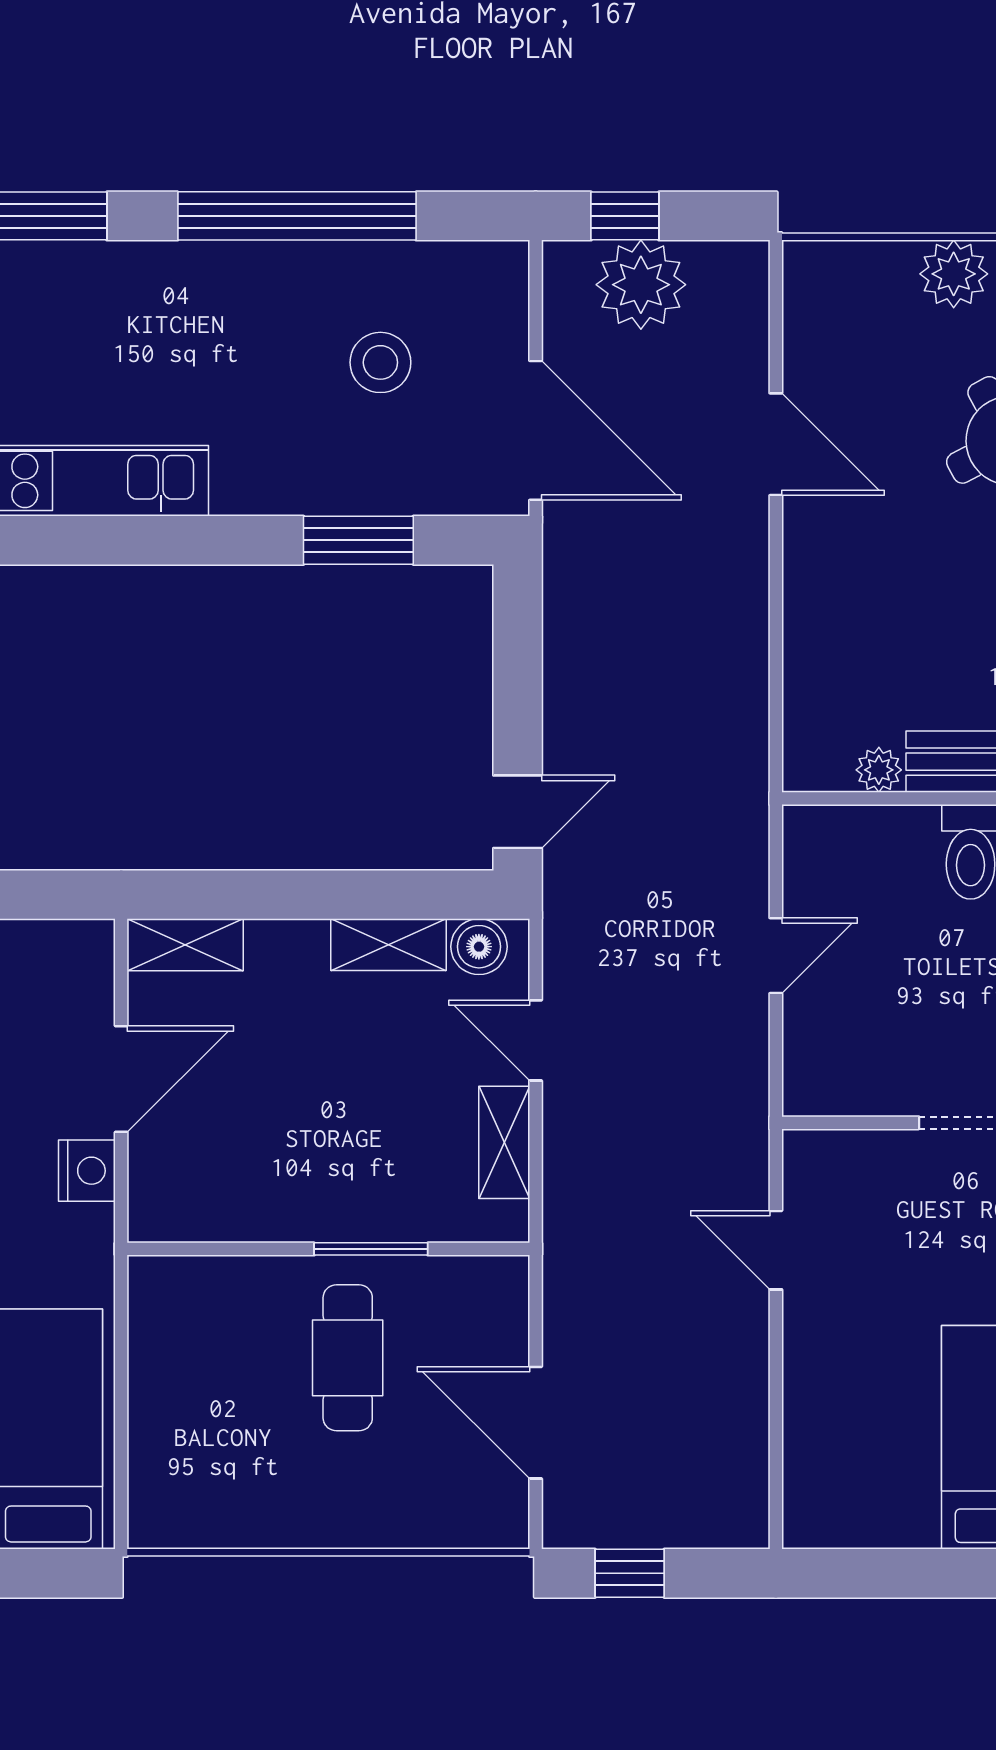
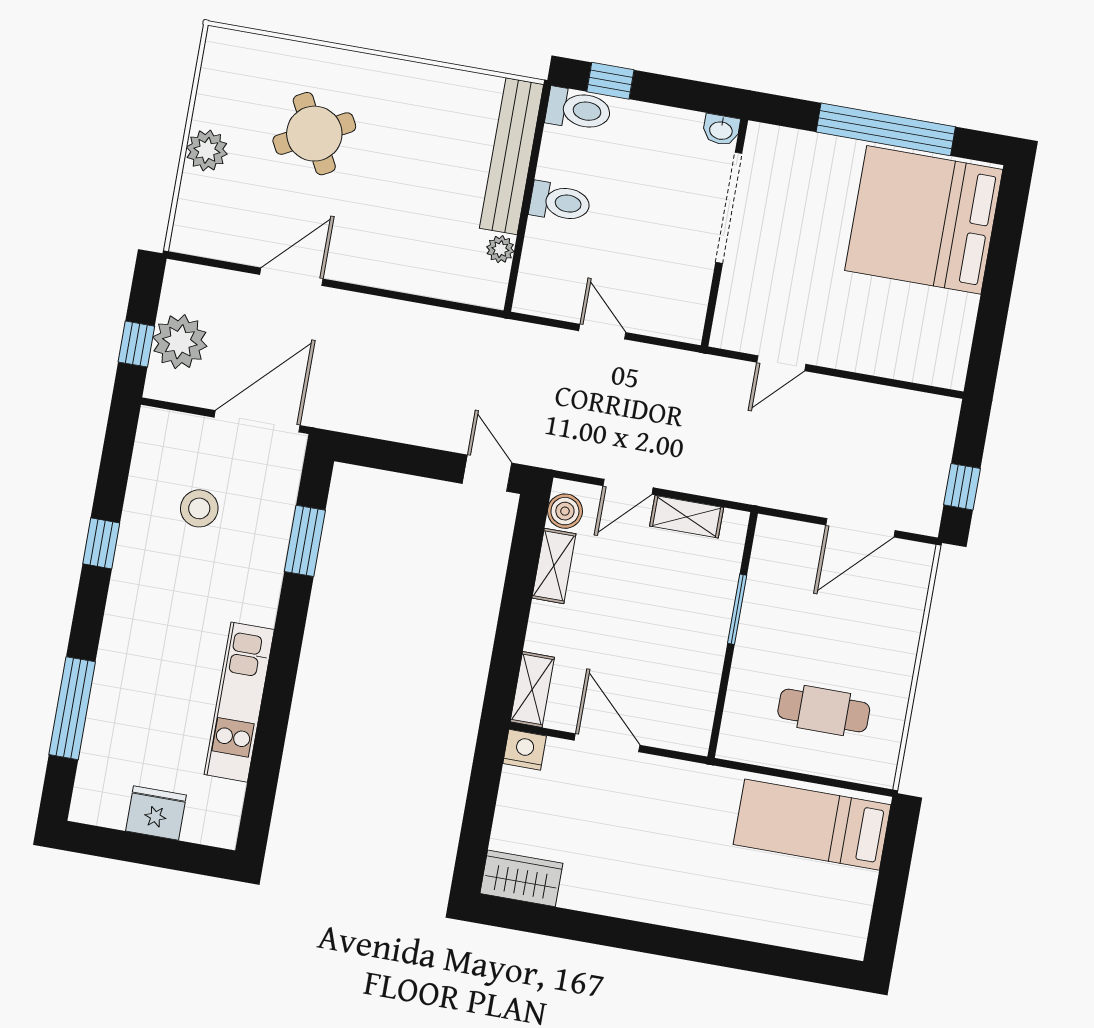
window: (297, 216) -> (101, 543), width x0.32
nightstand: (87, 1171) -> (525, 750), moved
cafe table: (348, 1358) -> (824, 711), moved

